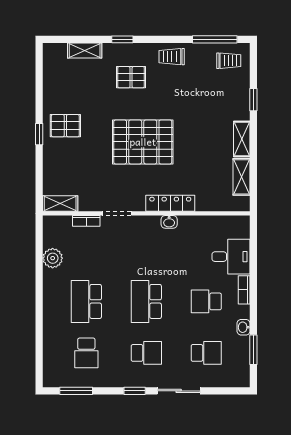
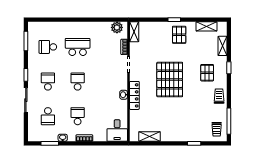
shelving: (242, 139) -> (206, 26), moved
desk: (231, 257) -> (117, 130), moved
plant: (53, 258) -> (117, 27), moved
school desk: (146, 301) -> (78, 82), width x0.54
school desk: (146, 353) -> (48, 82), turned 180

